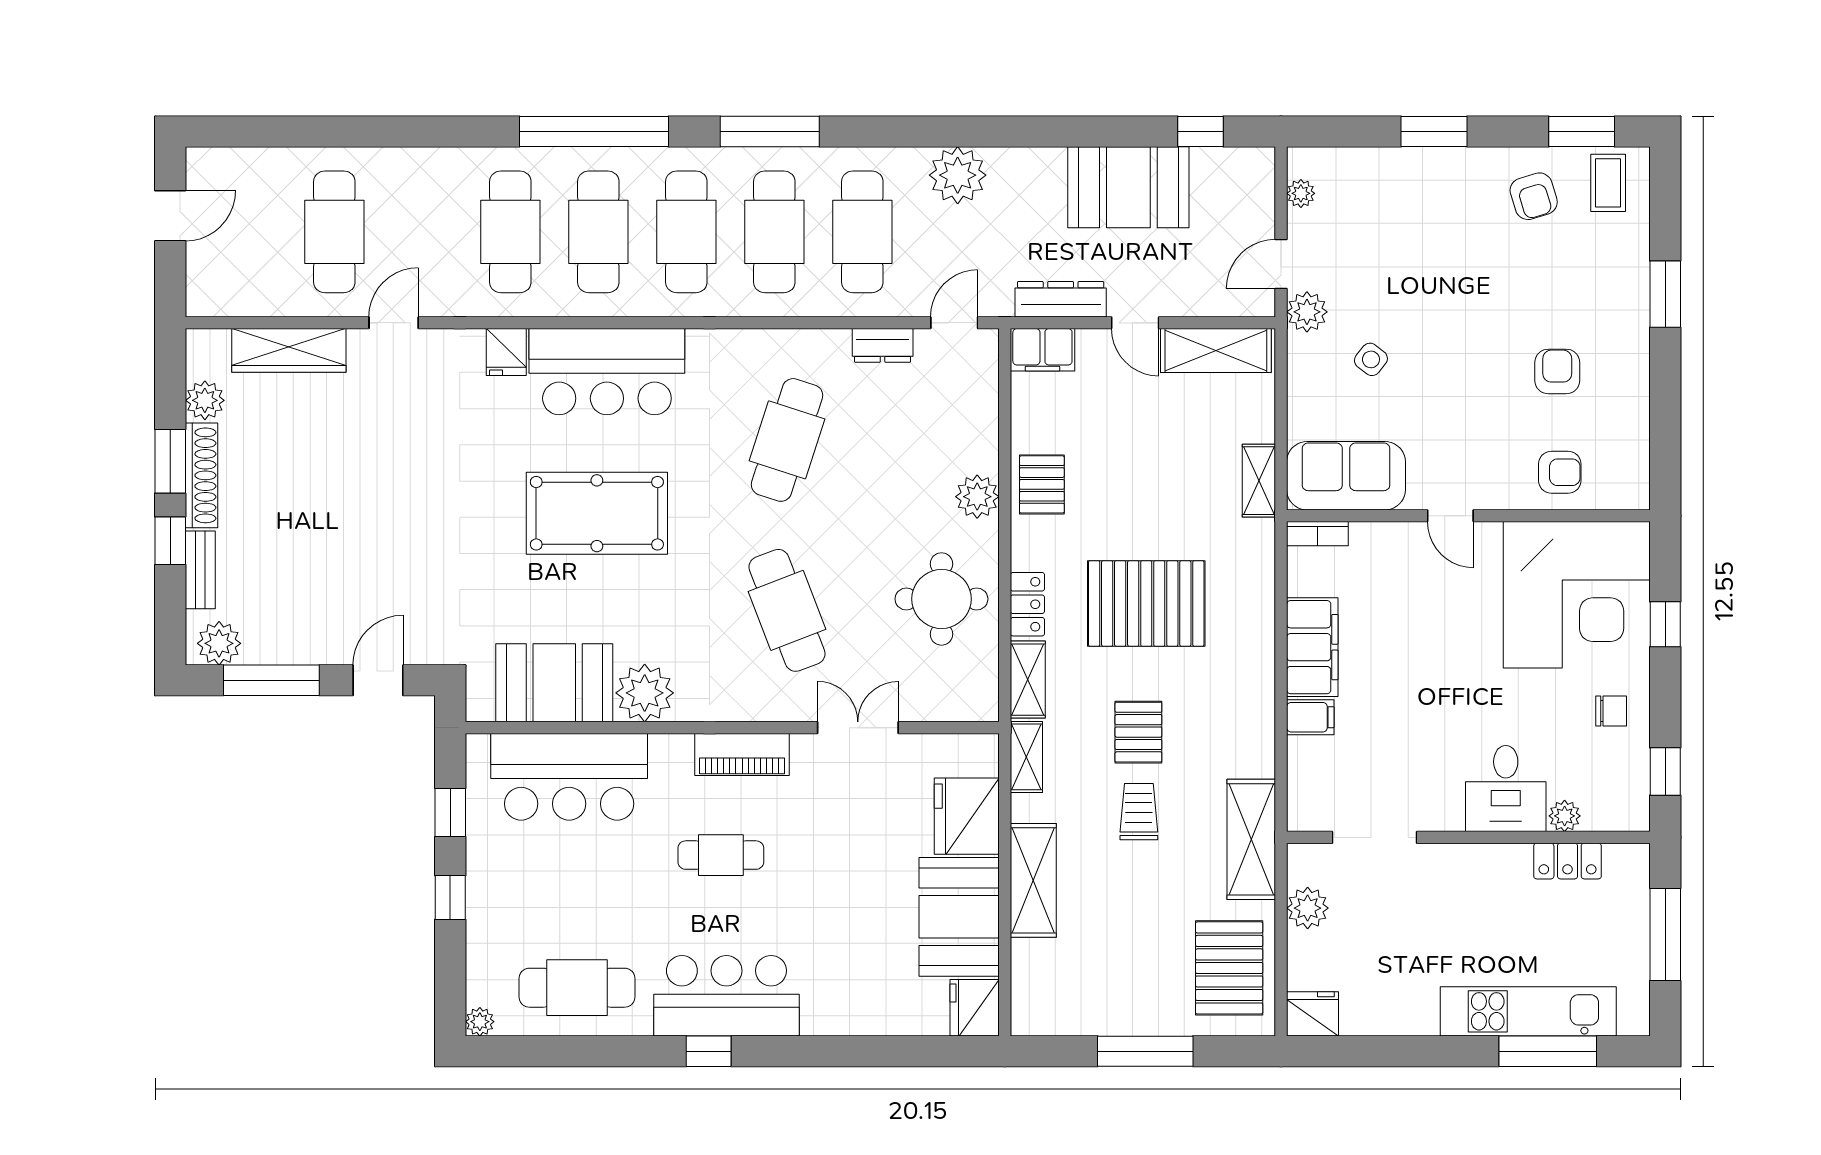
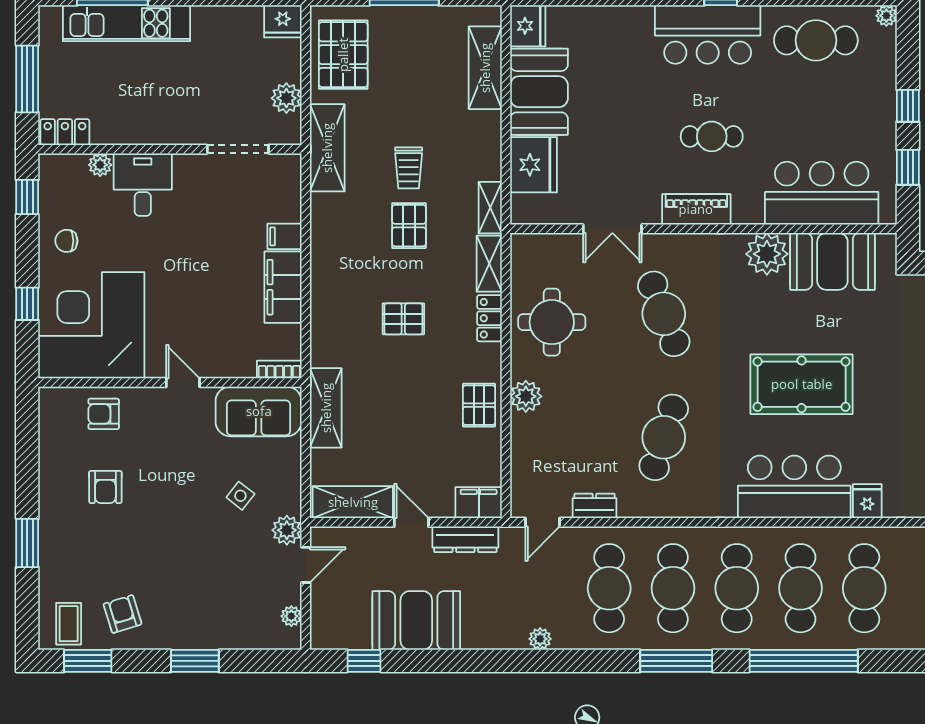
plant: (958, 175) -> (540, 639), width x0.53, depth x0.53
shelving: (1259, 481) -> (326, 408), width x1.50, depth x1.33
pallet: (1146, 603) -> (403, 319), width x0.49, depth x0.50
locker: (1568, 861) -> (65, 132), moved
shelving: (1033, 880) -> (485, 68), moved

